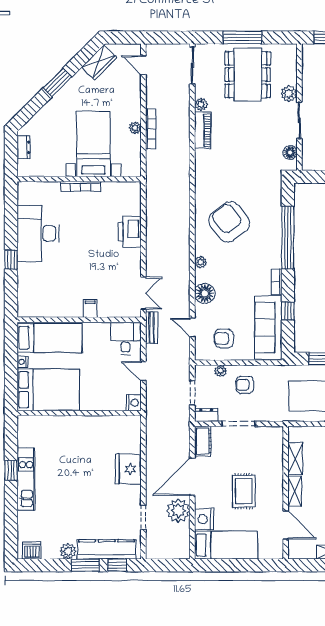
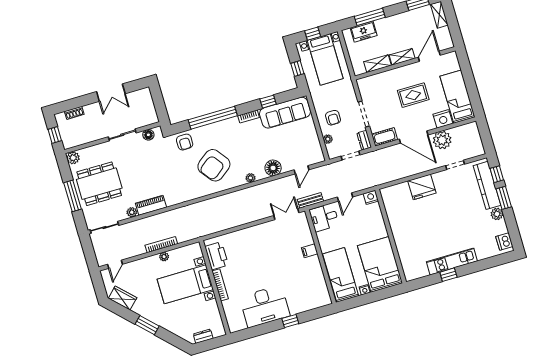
plant: (289, 94) -> (73, 158), moved
printer: (130, 232) -> (217, 256), moved, turned -90
armchair: (224, 338) -> (185, 142), moved

